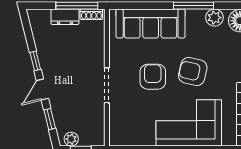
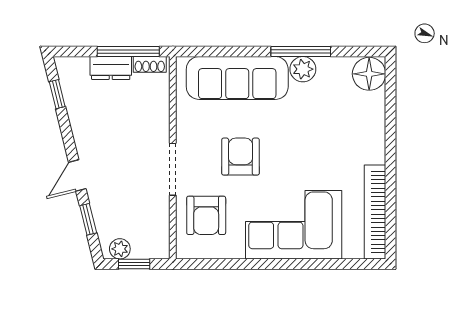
plant: (214, 18) -> (303, 69), moved
window: (35, 61) -> (57, 94), moved
armchair: (193, 71) -> (206, 215), moved, turned -103

